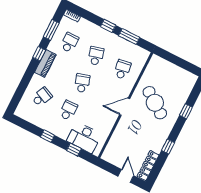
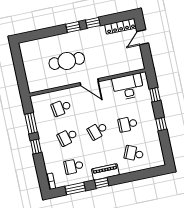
cafe table: (155, 103) -> (67, 61), turned 55
window: (186, 111) -> (73, 27), moved
desk: (84, 137) -> (128, 87), moved, turned -90

